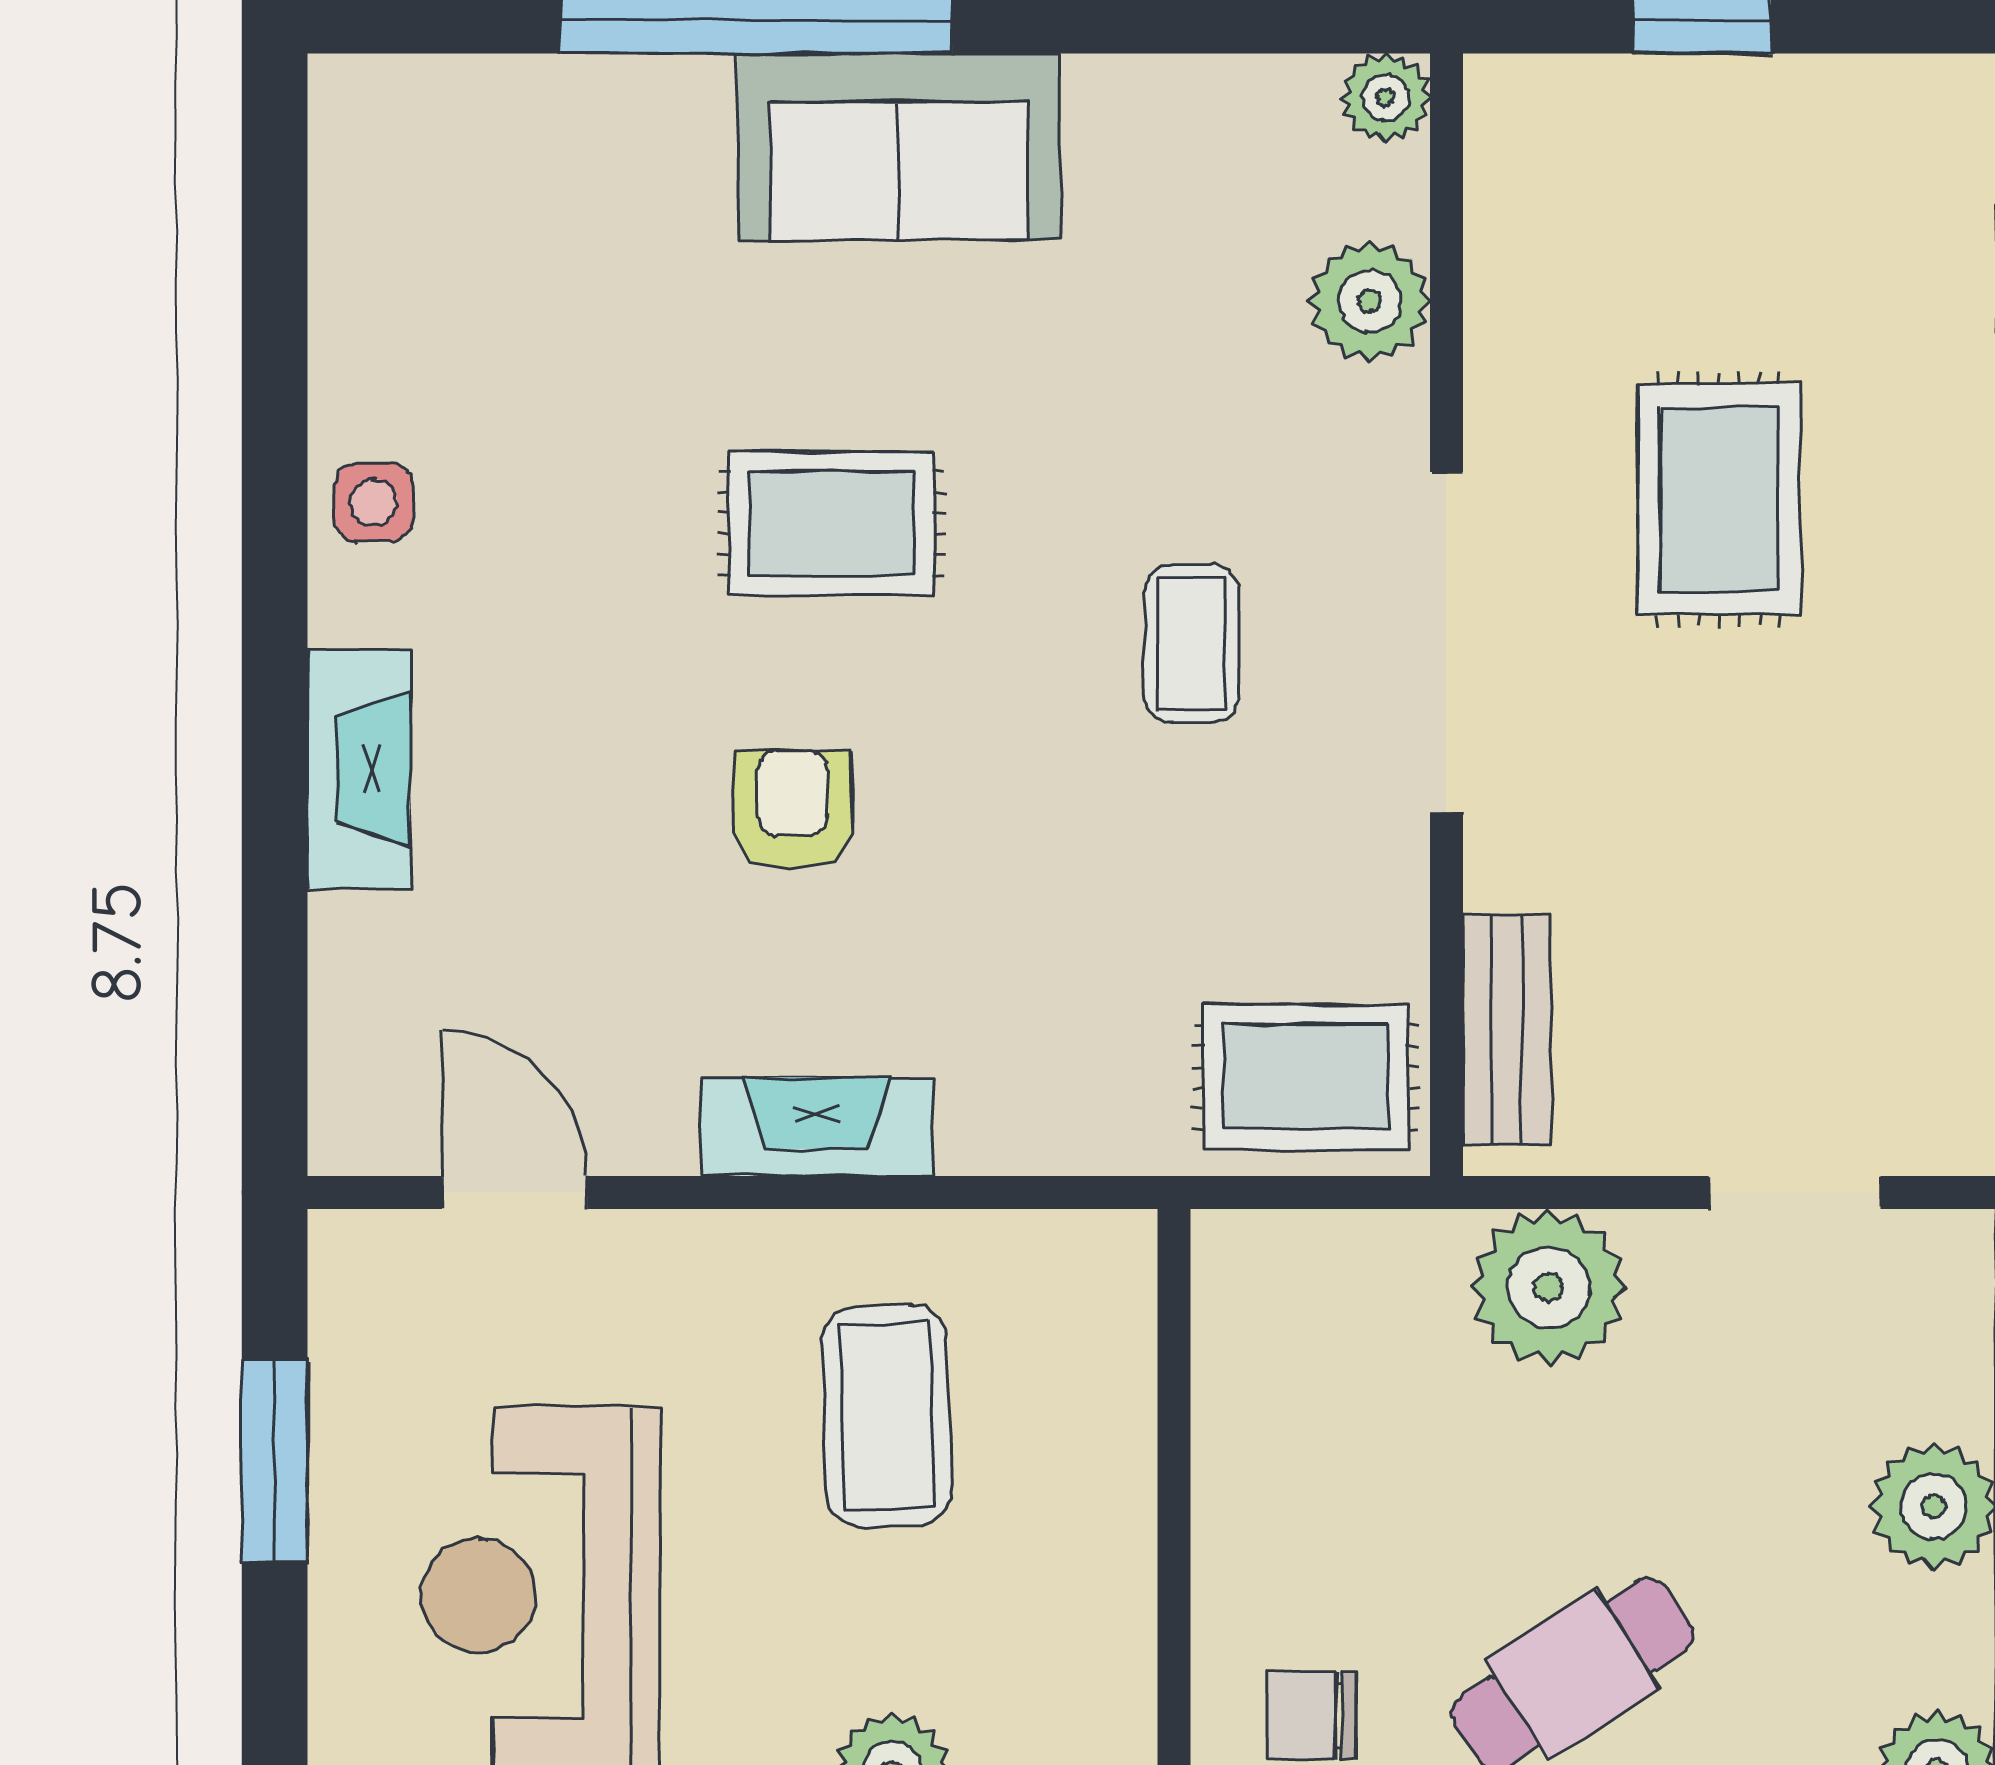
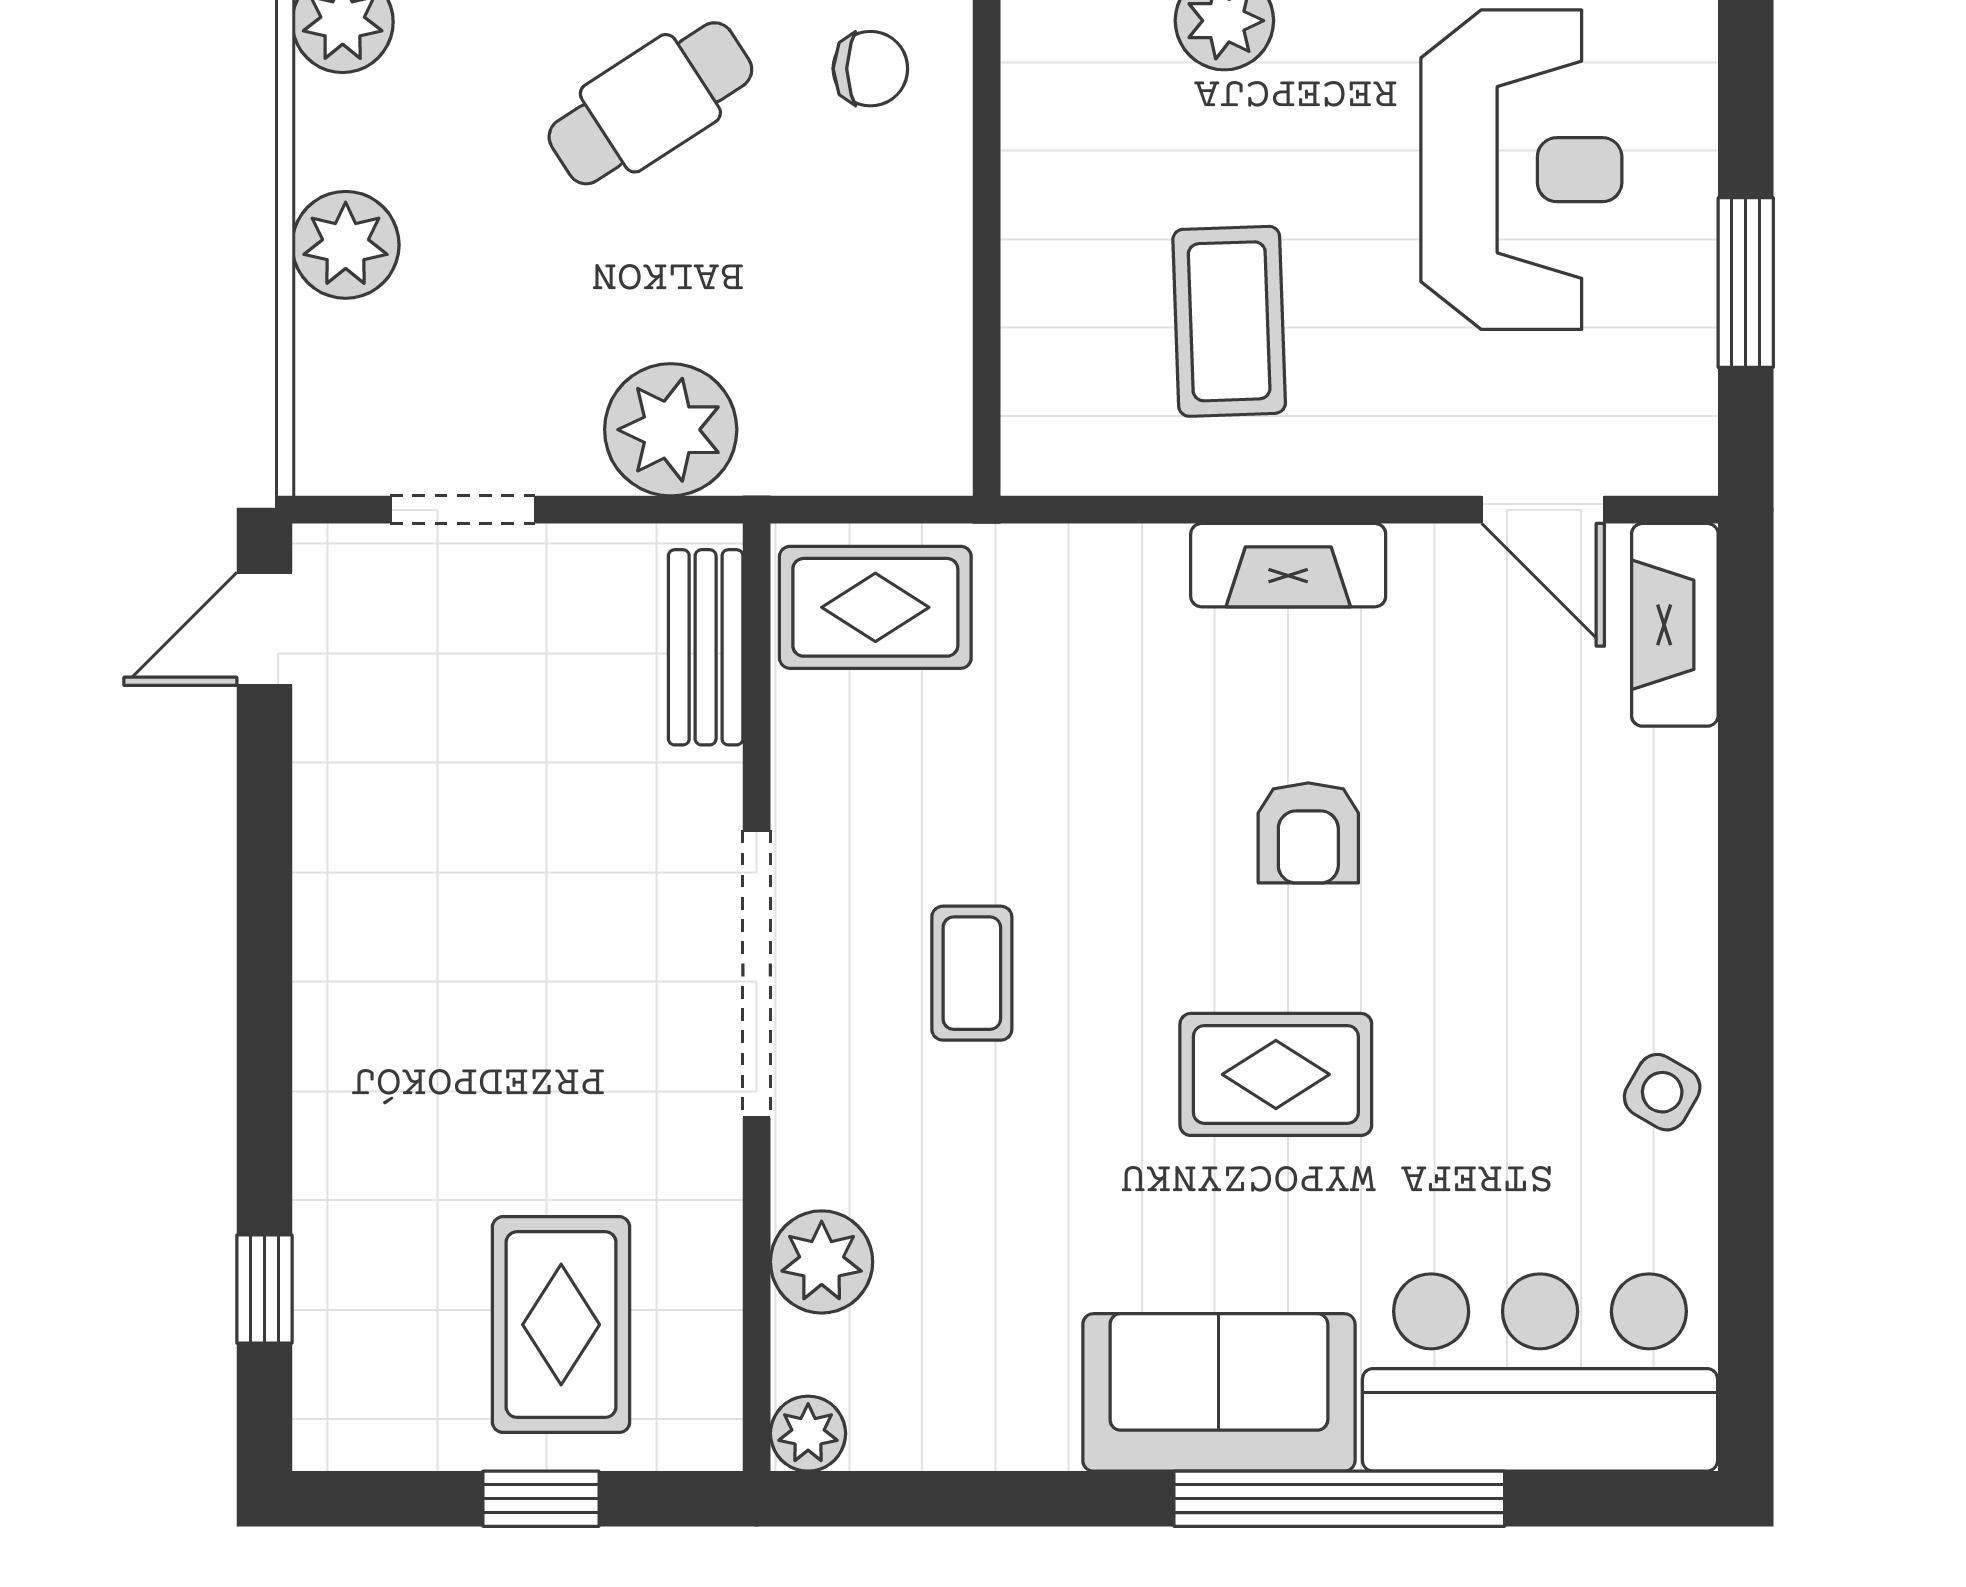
bar counter: (518, 170) -> (1540, 1372), added
rug: (1719, 499) -> (561, 1325), moved
side table: (374, 502) -> (1662, 1092), turned 30
fireplace: (359, 769) -> (1675, 625), moved

